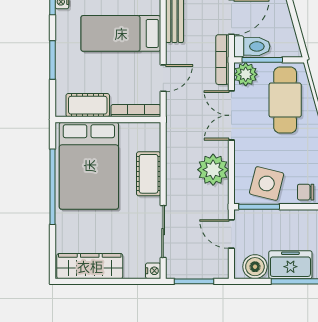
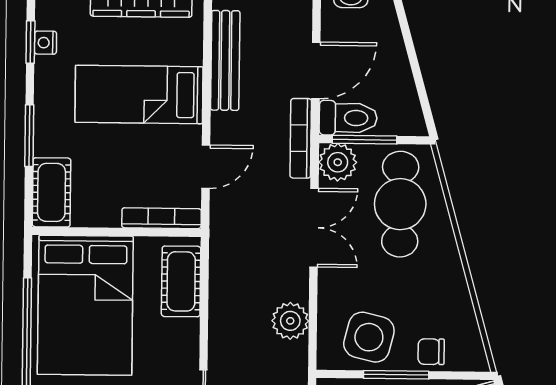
cot: (88, 105) -> (51, 192), moved, turned 90
double door: (231, 115) -> (314, 228), swing flipped
plant: (213, 170) -> (290, 321), width x0.73, depth x0.73
cot: (149, 174) -> (181, 281), moved
window: (259, 207) -> (396, 375), moved

